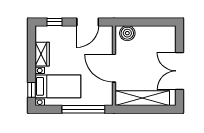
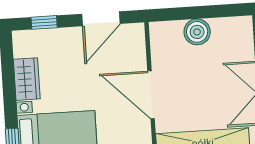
boiler: (127, 33) -> (197, 32), moved

